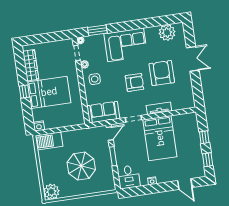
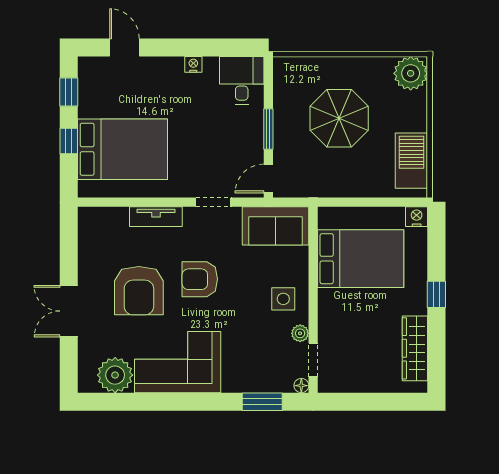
corner sofa: (126, 45) -> (178, 362), moved
bed: (49, 92) -> (361, 259), moved, turned 180
bed: (160, 138) -> (123, 149), moved, turned 90
barbecue: (49, 141) -> (411, 161), moved, turned -90

